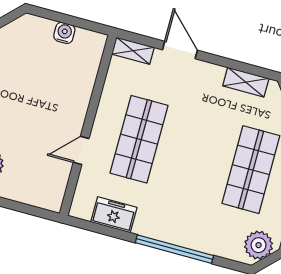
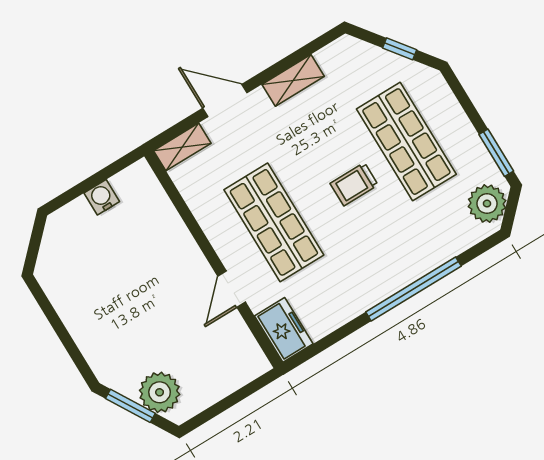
shelving: (246, 82) -> (293, 80), moved
trolley: (201, 163) -> (354, 184), added
freezer: (114, 215) -> (284, 330), moved, turned 90

